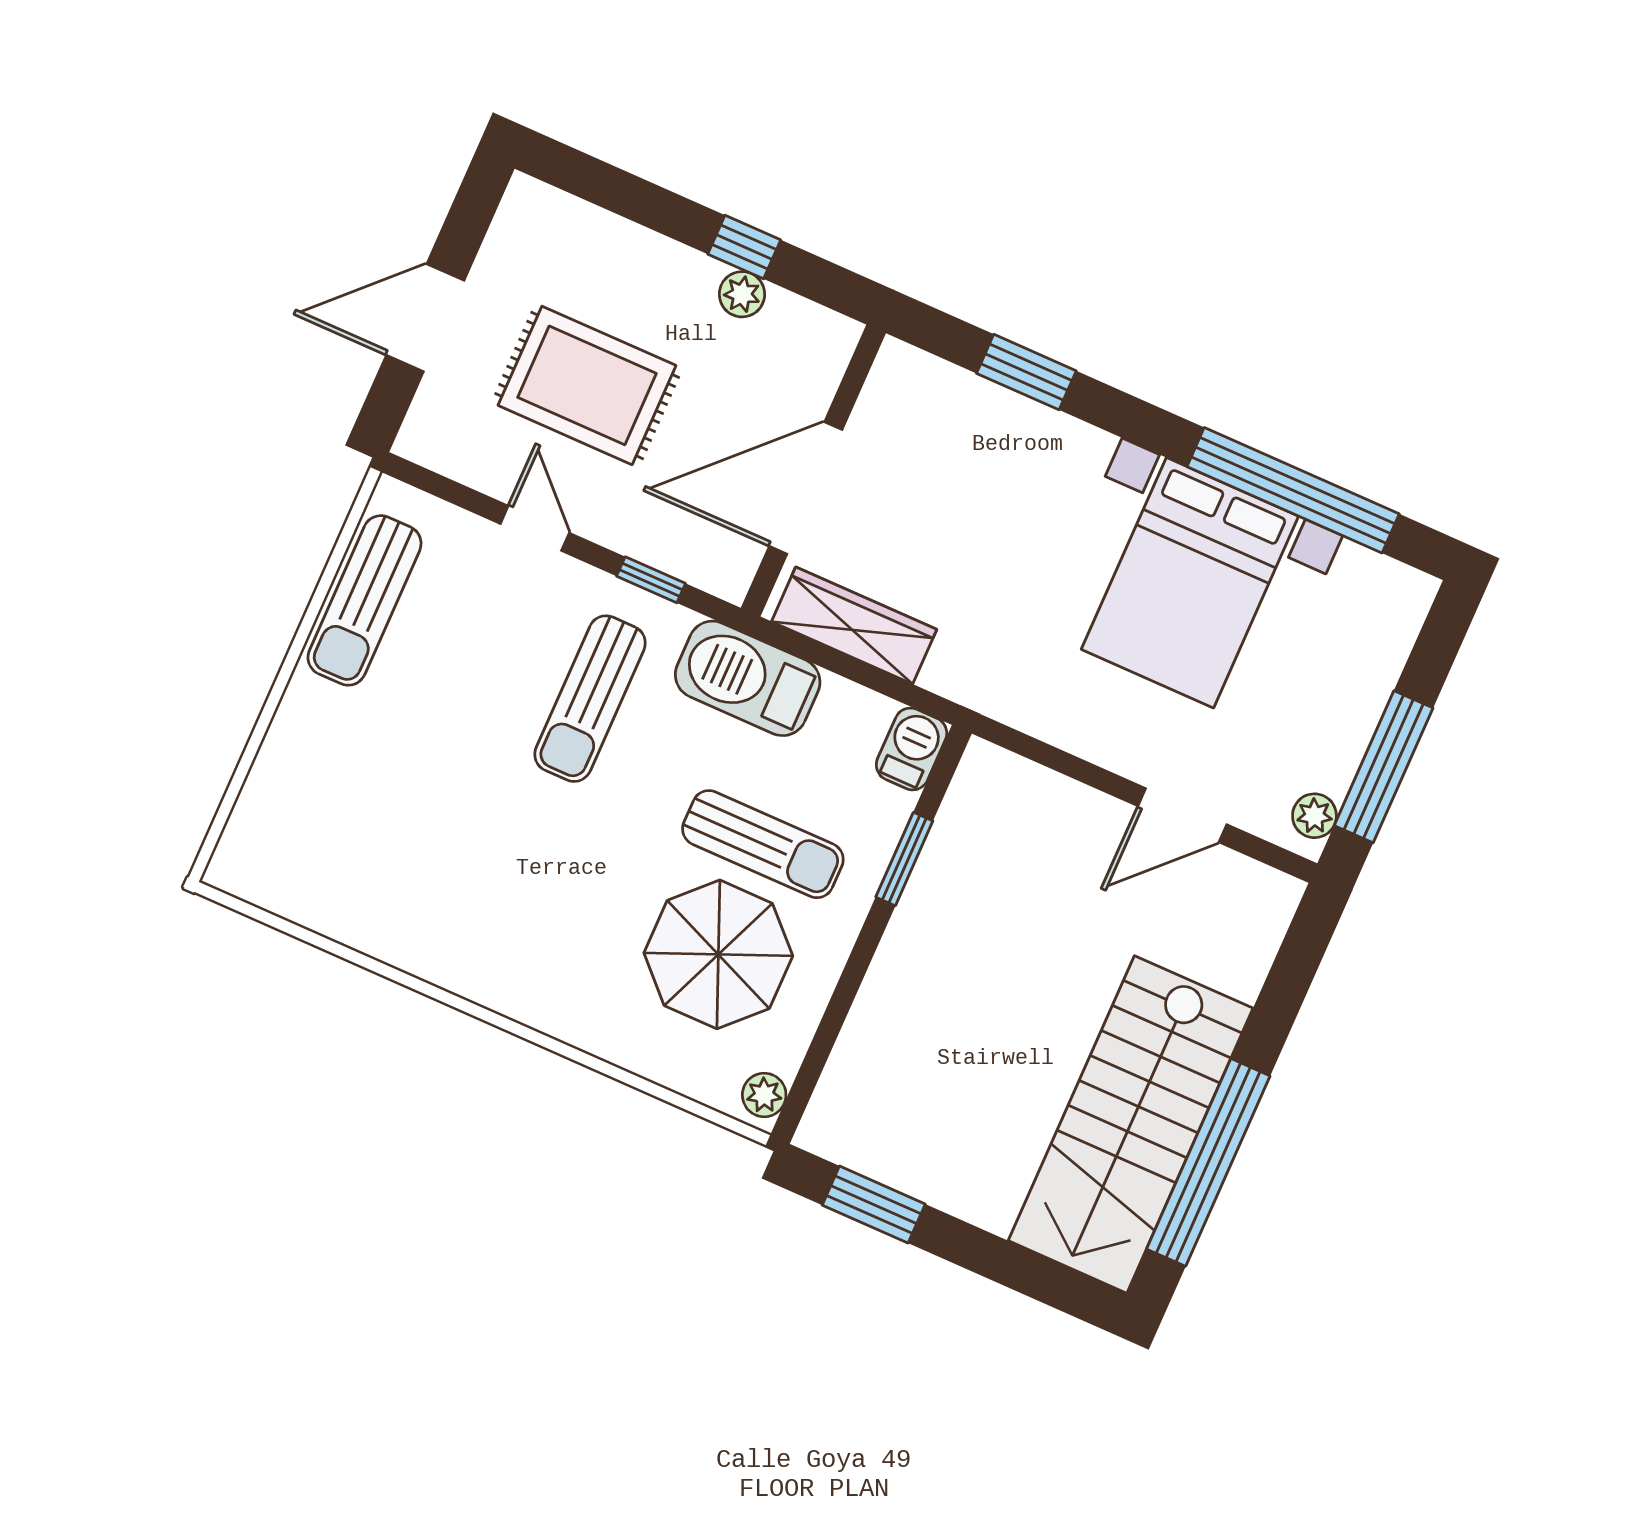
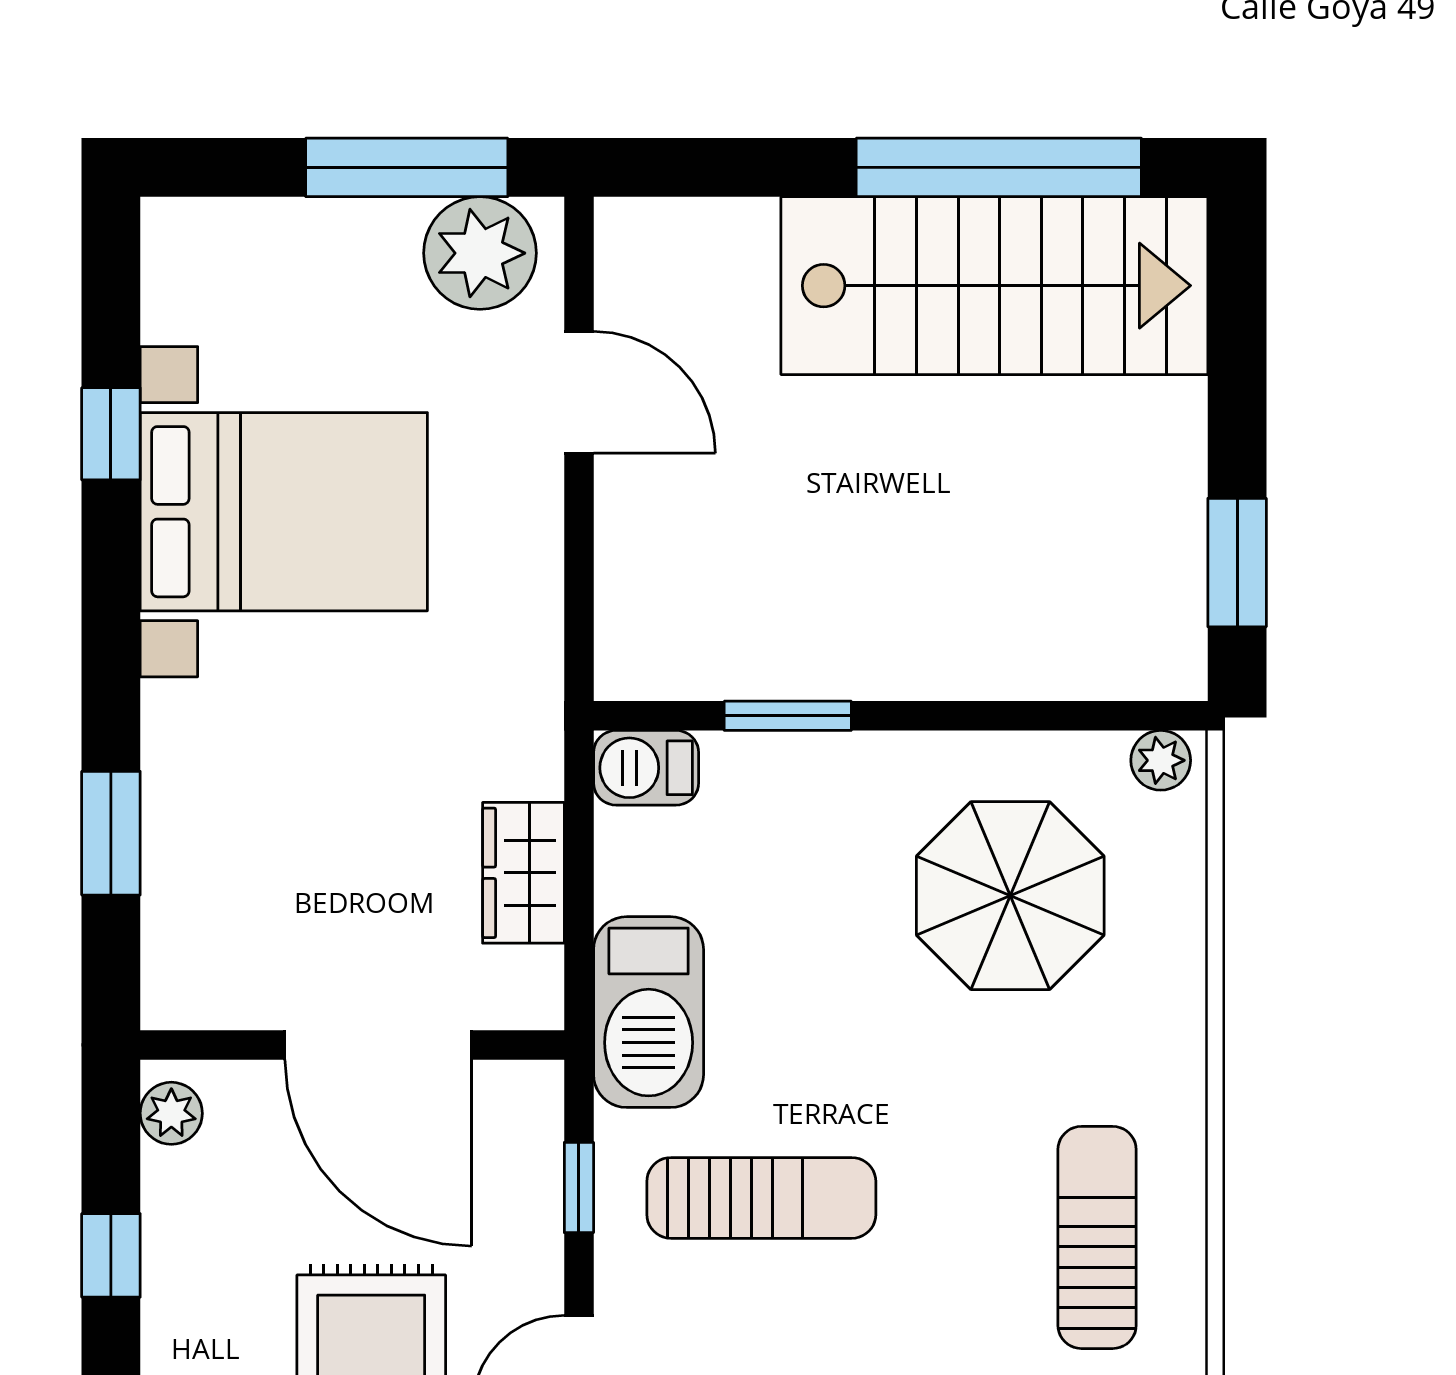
plant: (742, 294) -> (171, 1113), moved
window: (1293, 490) -> (111, 434), width x0.32
wardrobe: (854, 625) -> (523, 873), width x0.67
plant: (1314, 816) -> (480, 253), width x1.88, depth x1.88
sun lounger: (763, 844) -> (1097, 1237), moved

